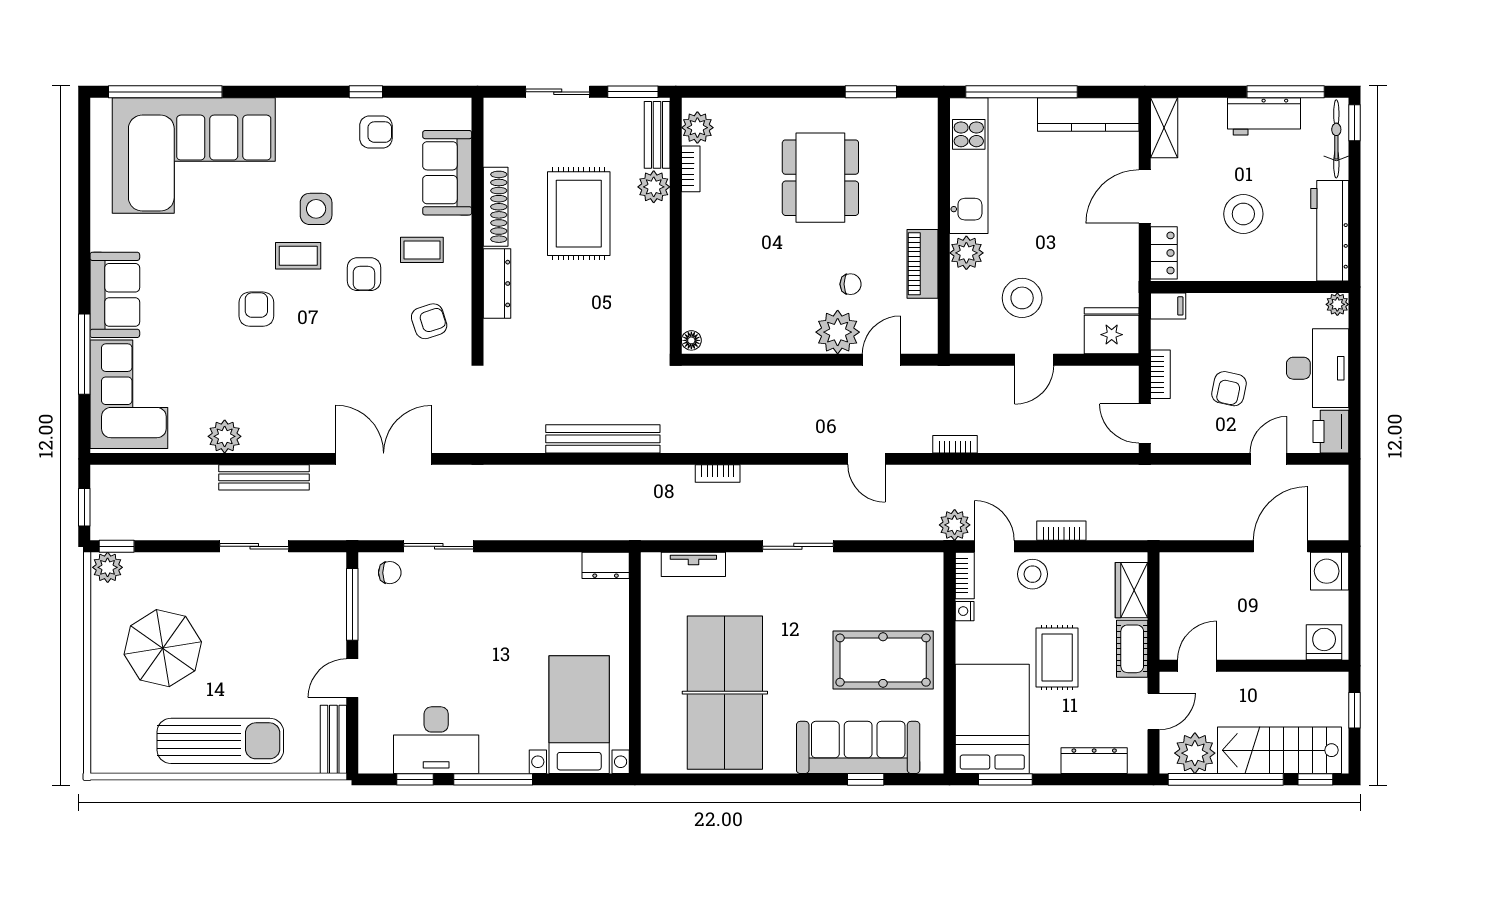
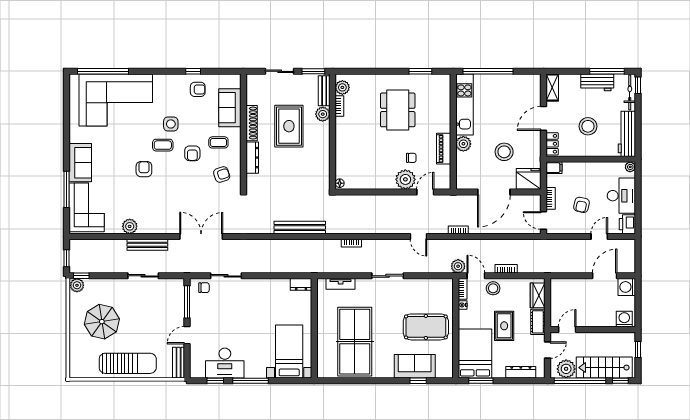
kitchen counter: (1088, 114) -> (518, 82), removed
stool: (1022, 298) -> (504, 152), moved
door: (1034, 360) -> (494, 192), width x1.87
sofa: (858, 747) -> (415, 366), width x0.73

